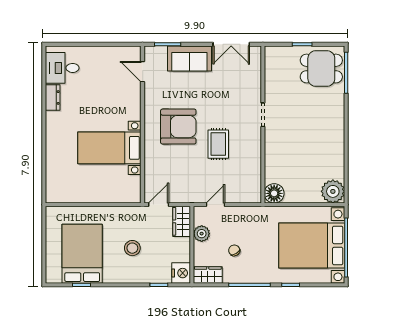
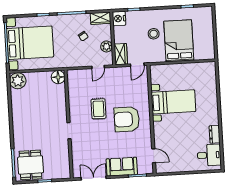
dining table: (321, 69) -> (31, 165), turned 90
bed: (82, 254) -> (179, 41), moved, turned 180

